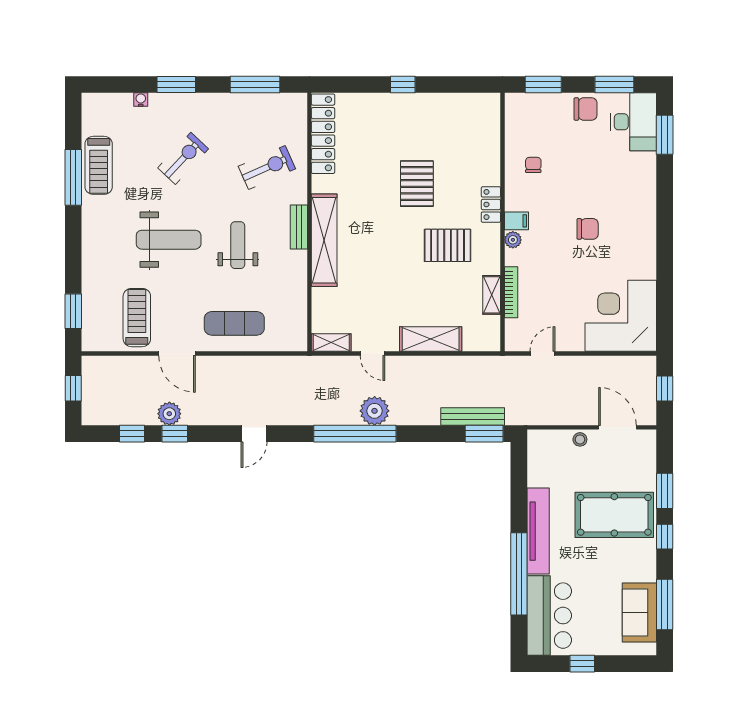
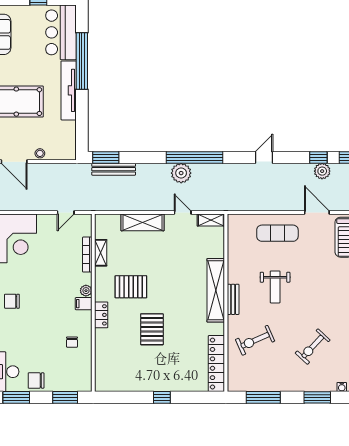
chair: (588, 229) -> (12, 301), moved
weight bench: (169, 240) -> (323, 291), removed

